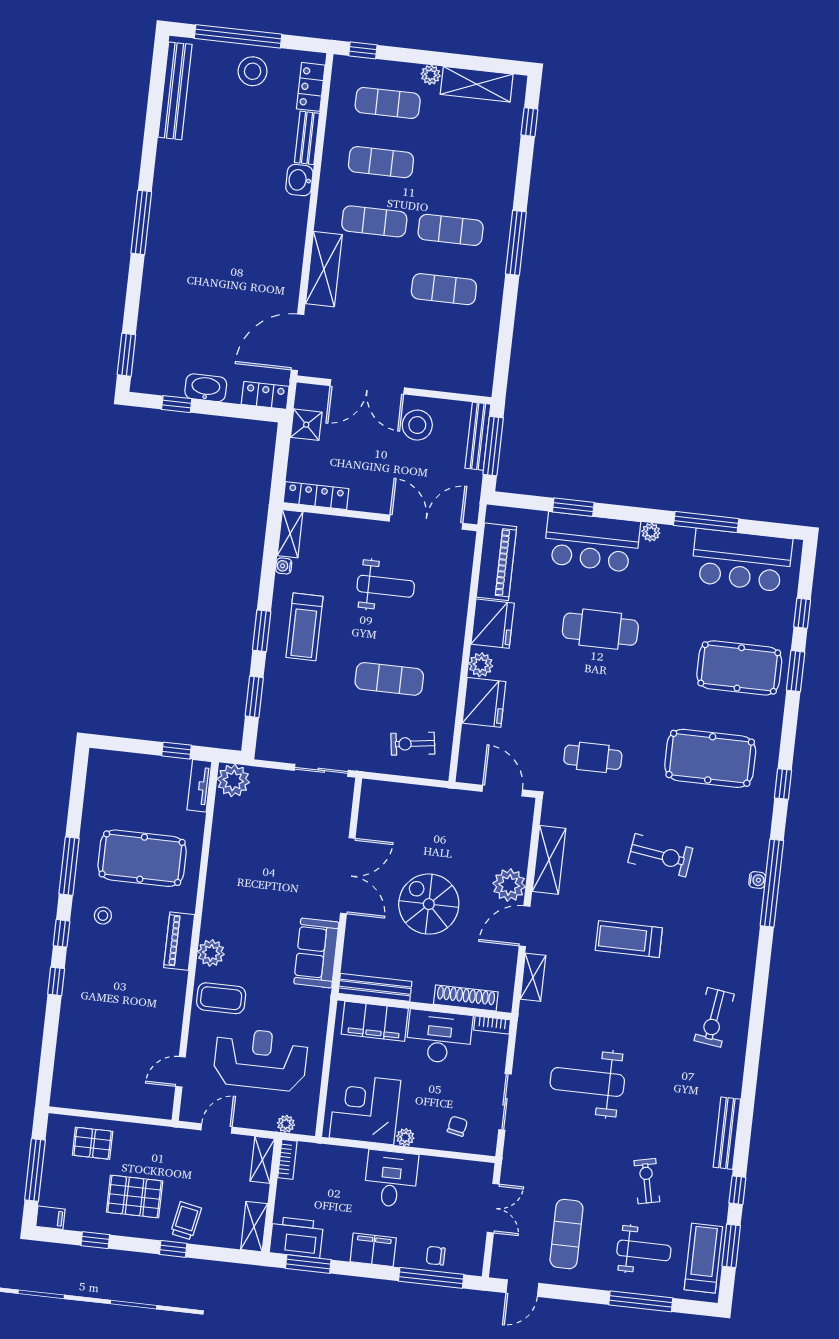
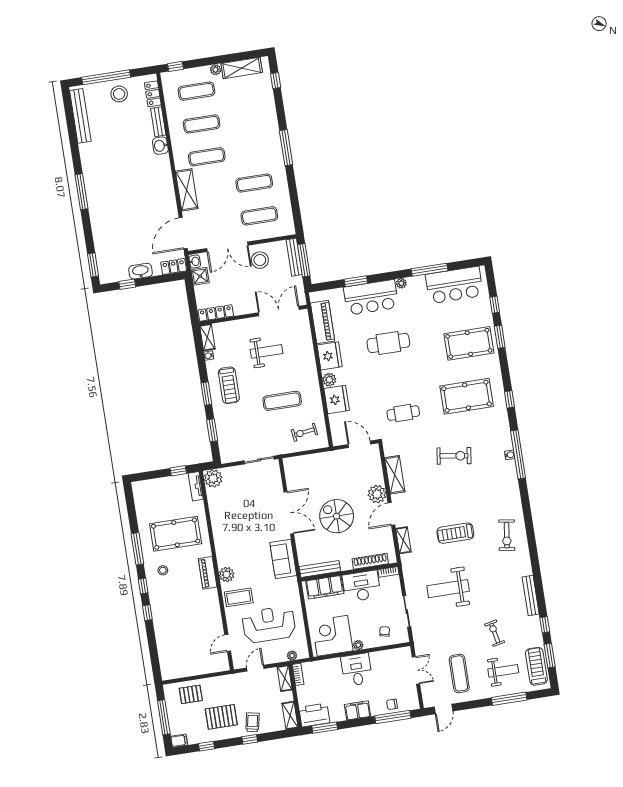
exercise mat: (451, 230) -> (259, 216), moved
washbasin: (304, 397) -> (195, 261), added
treadmill: (629, 939) -> (455, 533), moved

